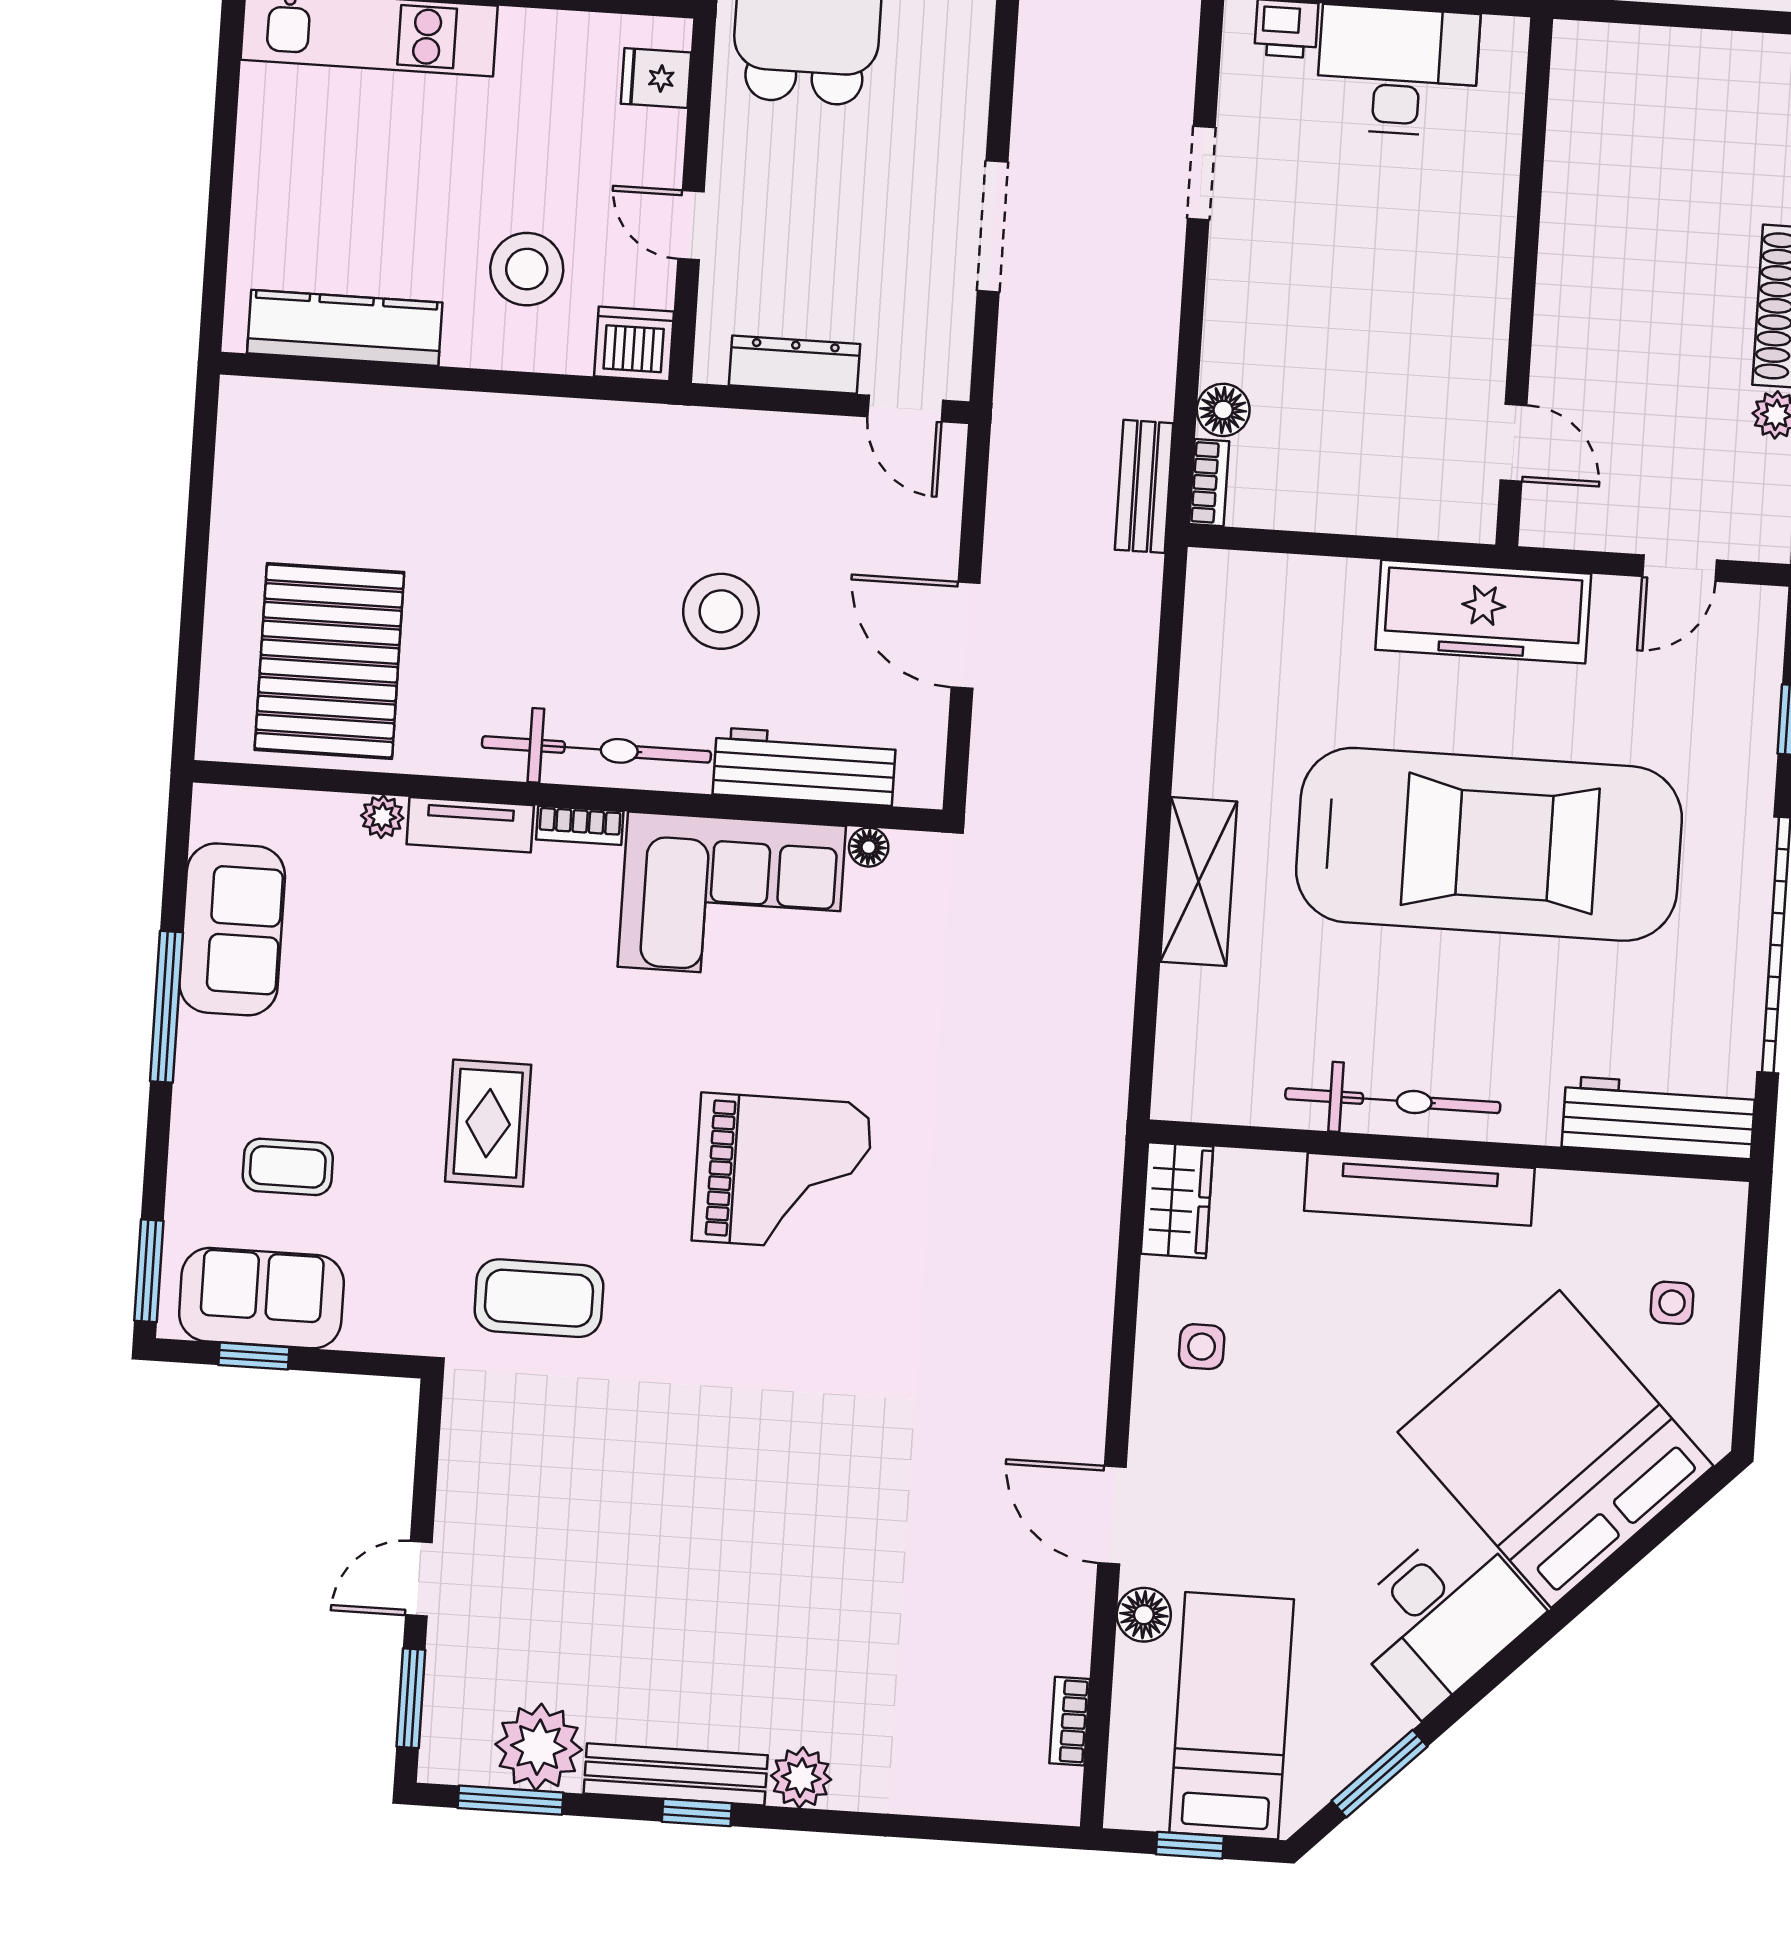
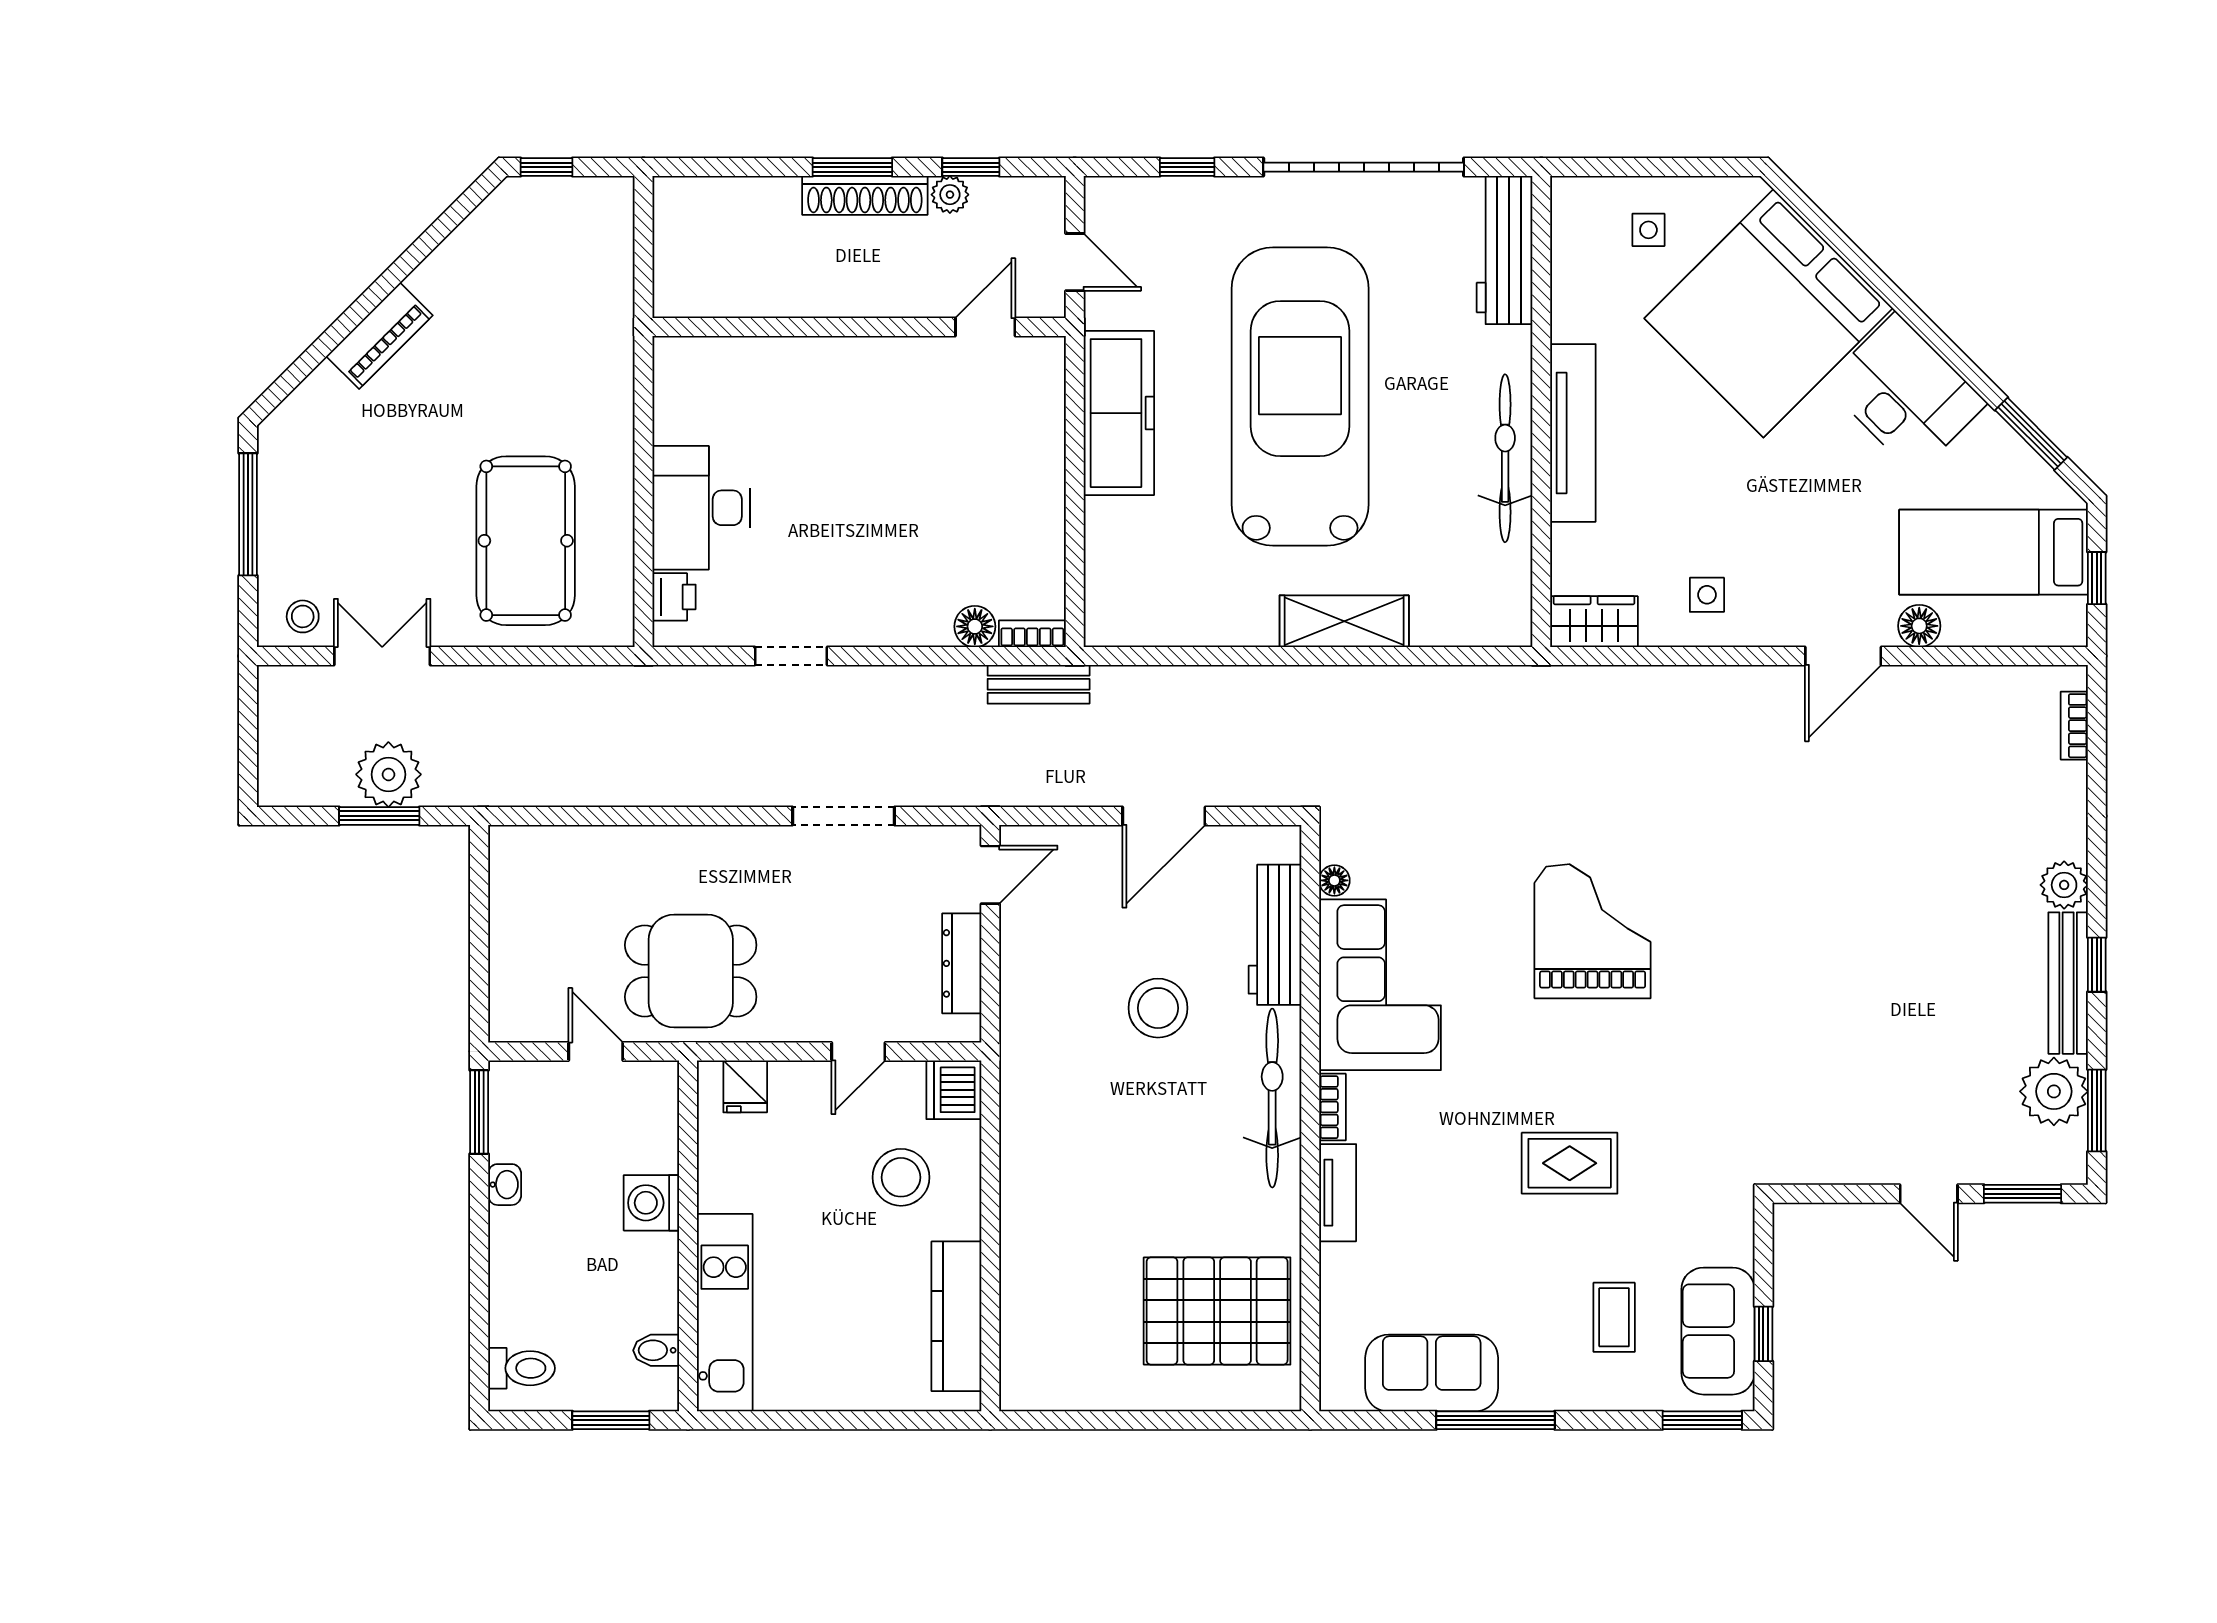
wall: (1524, 282) -> (859, 327), moved
door: (1514, 443) -> (985, 327), moved
plant: (382, 817) -> (1336, 1262), removed
coffee table: (539, 1298) -> (1704, 1114), removed
bookcase: (1070, 1721) -> (2074, 726), moved, turned 90

